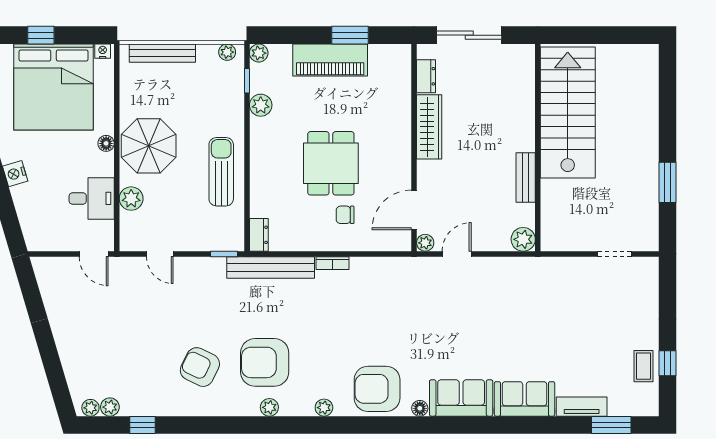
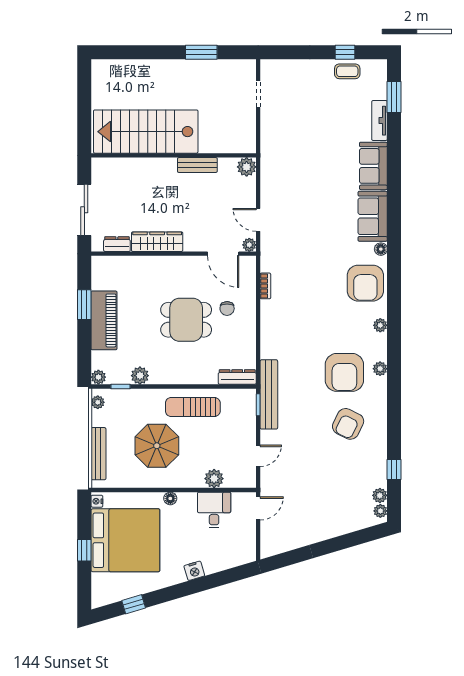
parasol: (149, 146) -> (157, 446), moved
dresser: (259, 235) -> (237, 377), width x1.44
bookcase: (333, 263) -> (265, 286), moved
bench: (271, 267) -> (269, 394), moved

